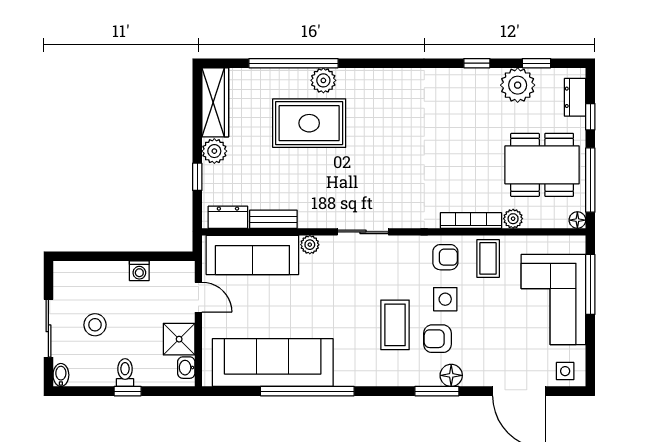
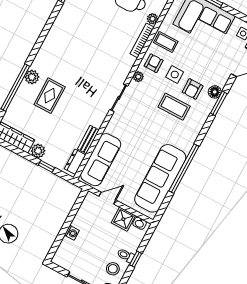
rug: (309, 123) -> (50, 96), width x0.73, depth x0.70
plant: (310, 245) -> (138, 77), moved
washing machine: (139, 271) -> (72, 233), moved
stool: (95, 325) -> (113, 269), moved

